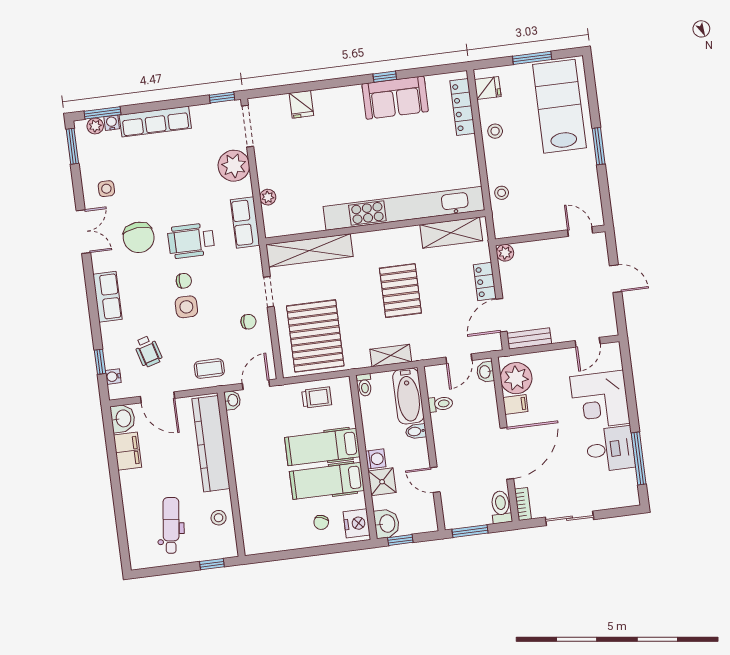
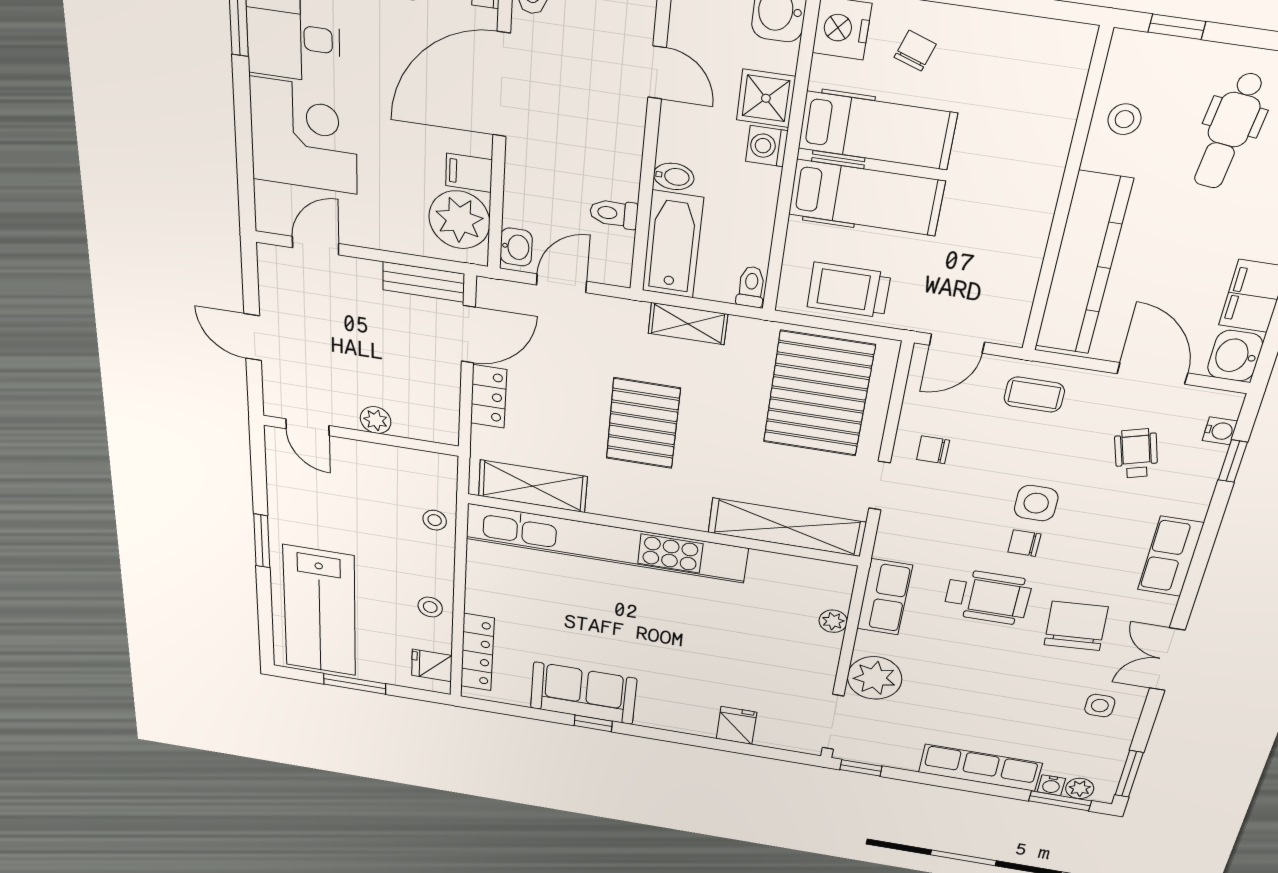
plant: (505, 253) -> (376, 420), moved
trolley: (317, 397) -> (849, 290), width x1.36, depth x1.39
washbasin: (232, 400) -> (1012, 330), removed

